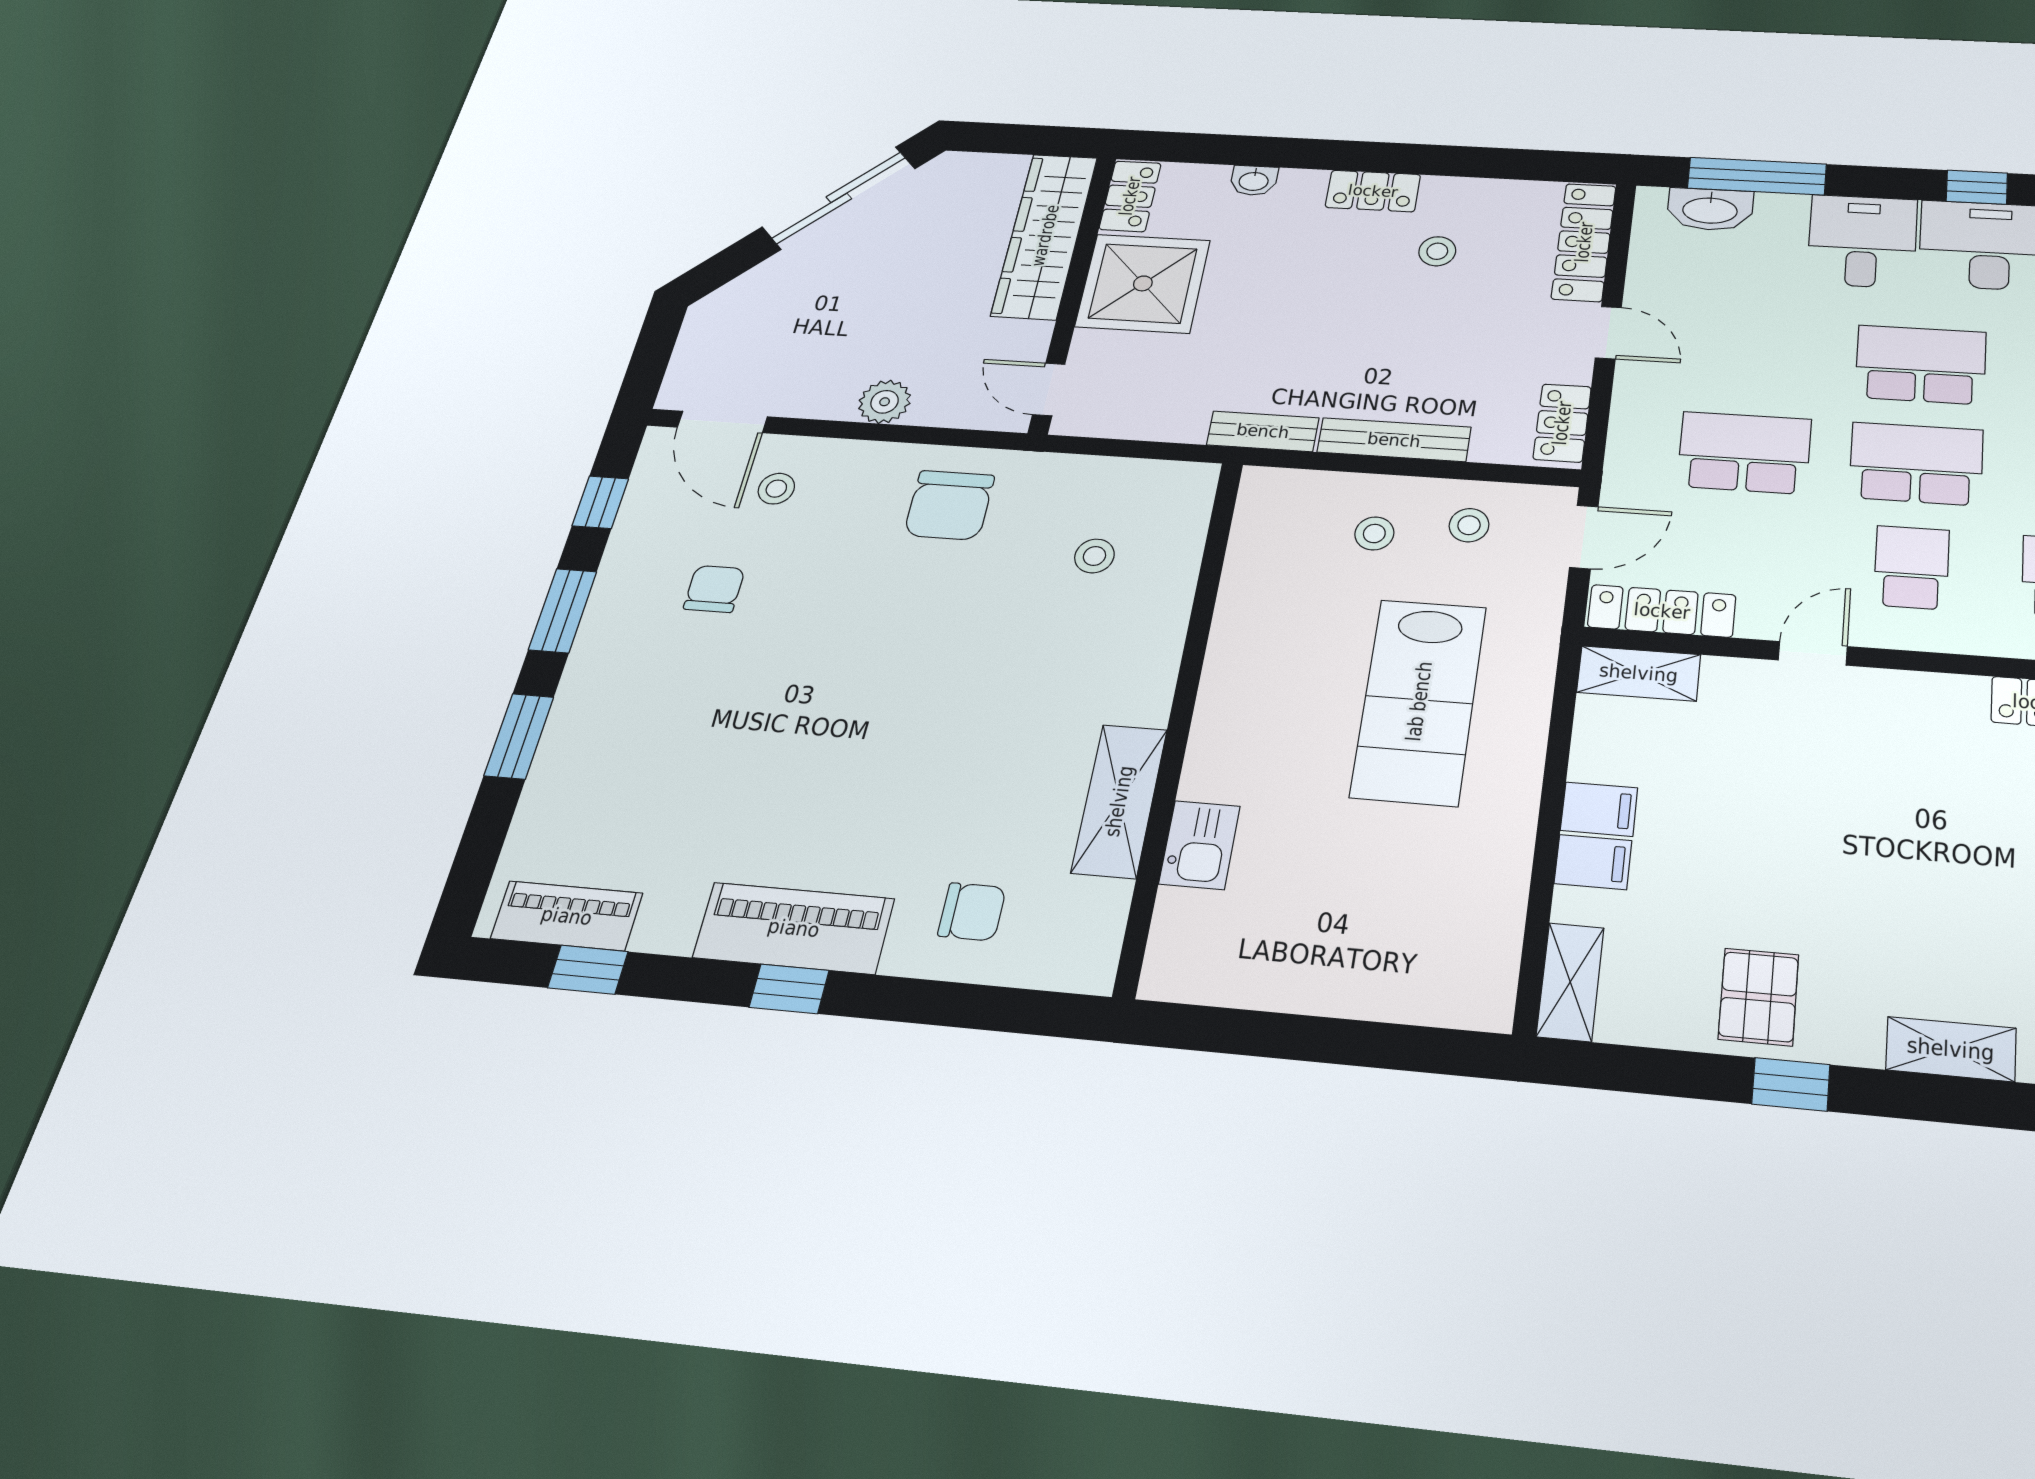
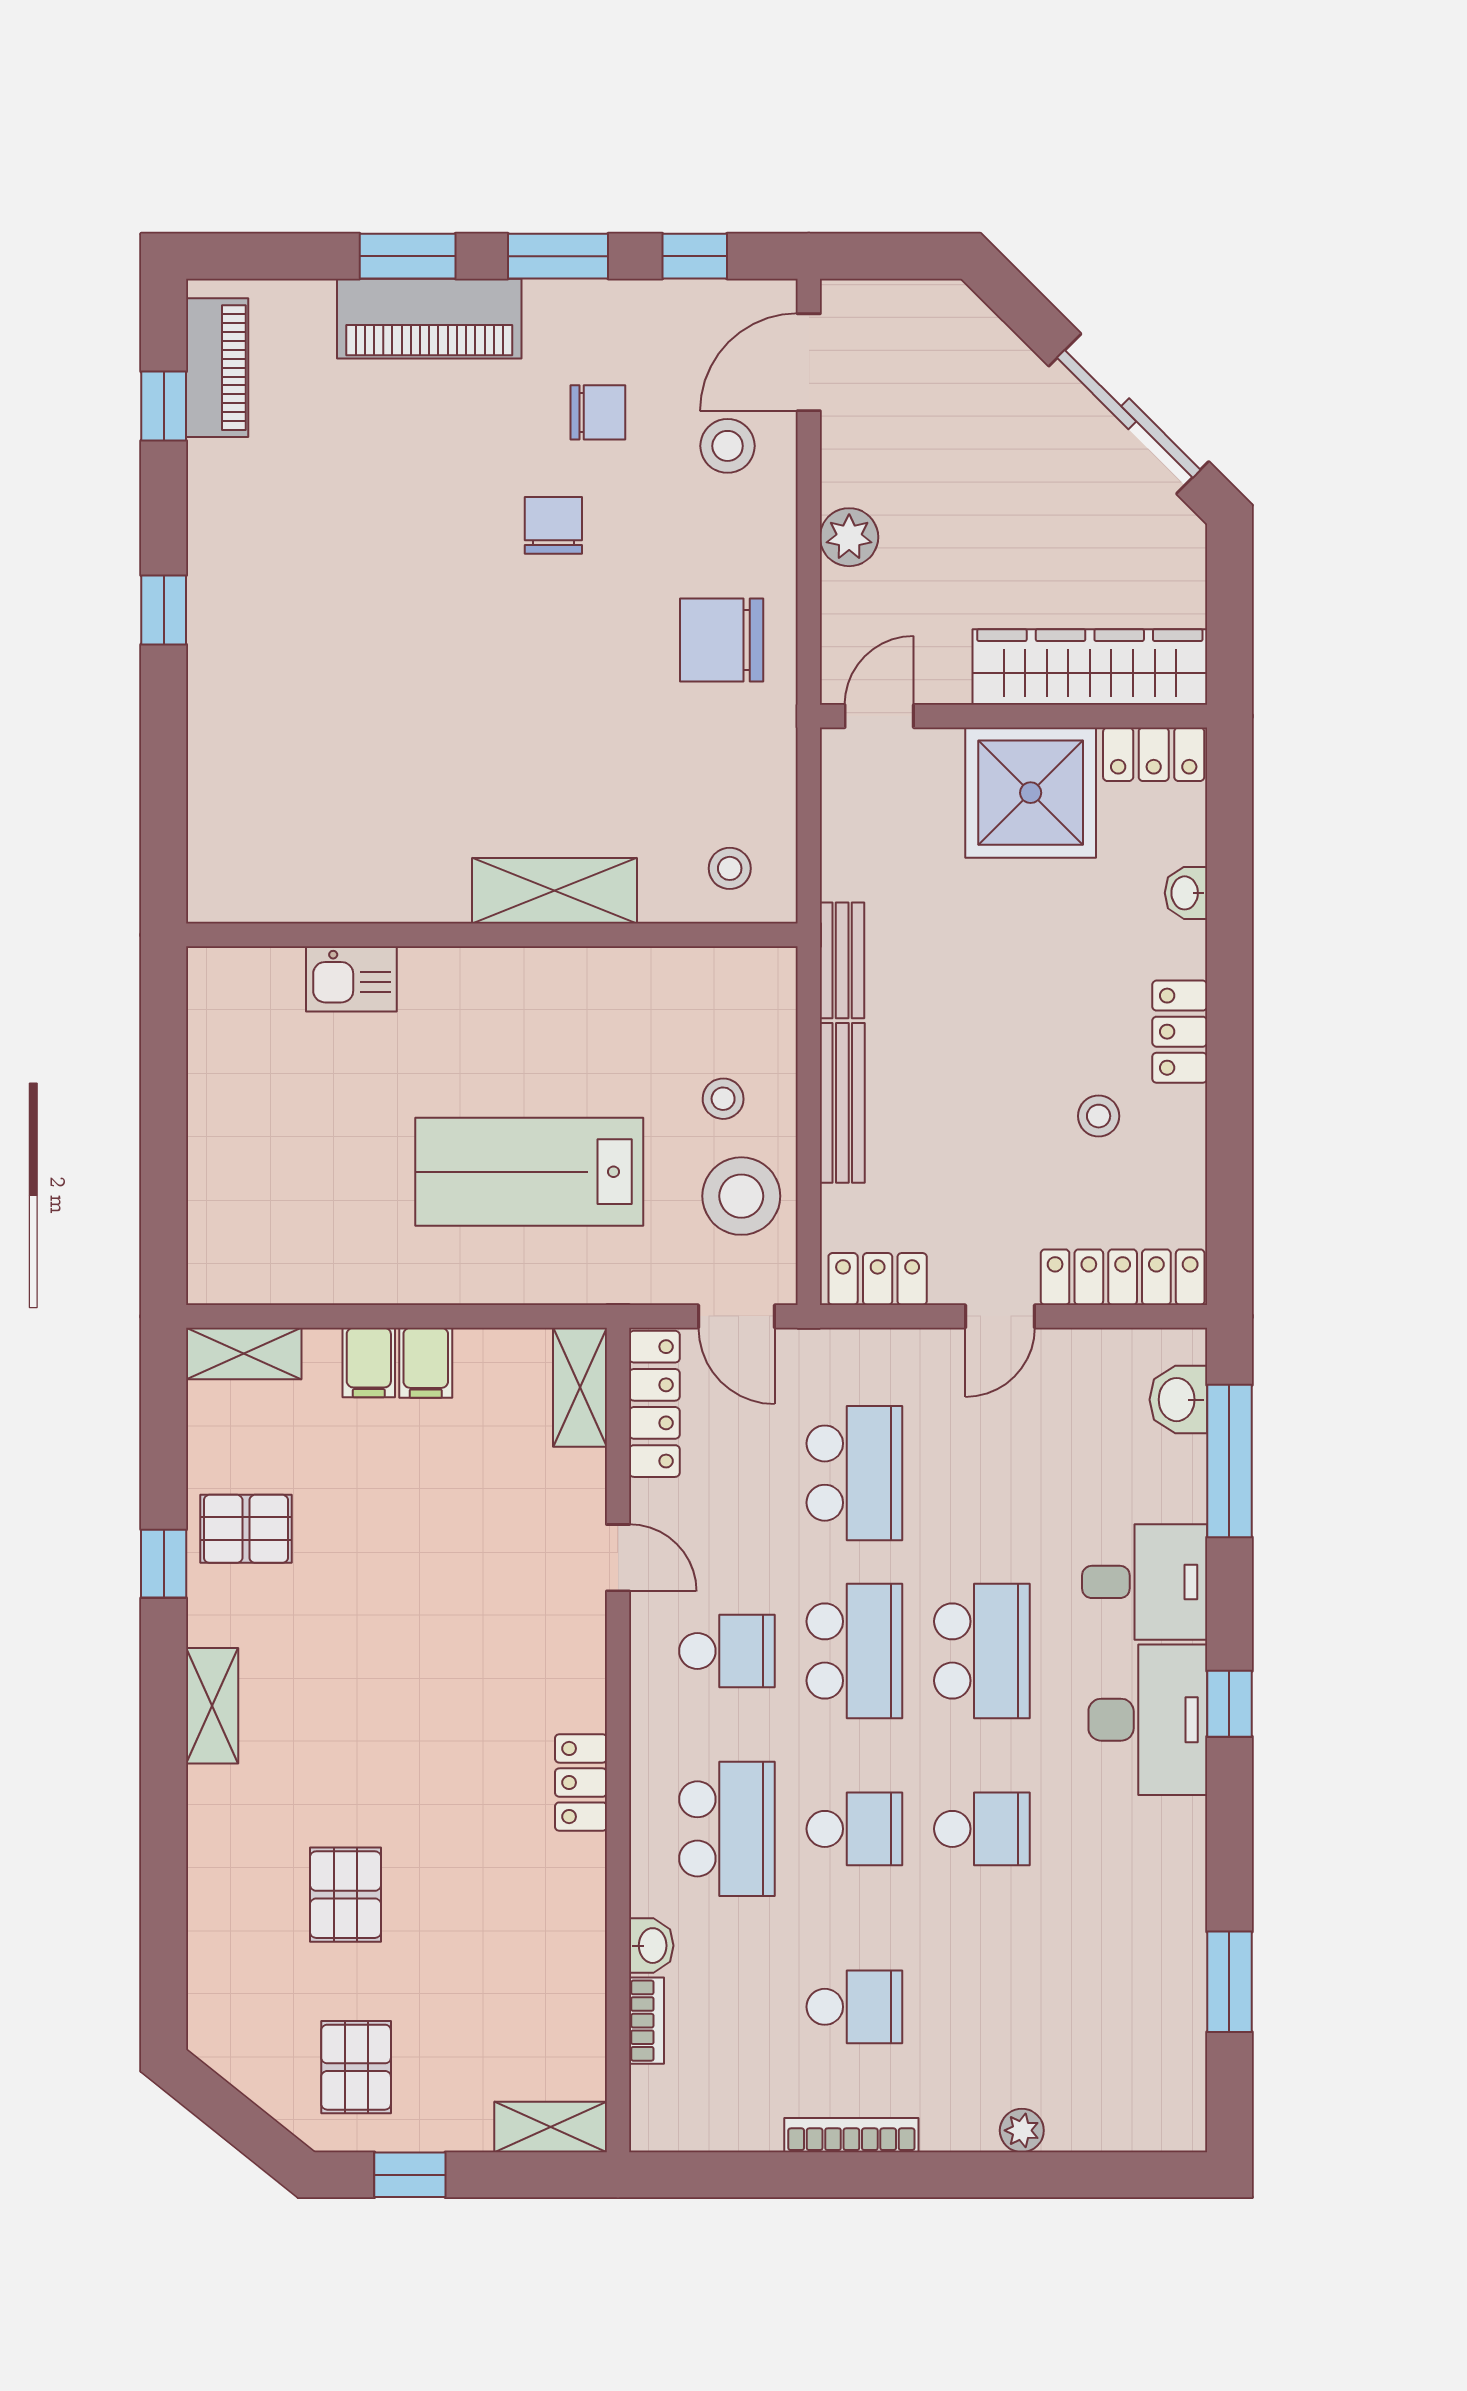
washbasin: (1710, 209) -> (1178, 1400), width x0.72
stool: (776, 489) -> (728, 446), width x1.37, depth x1.37
stool: (1469, 525) -> (741, 1196), width x1.89, depth x1.89
stool: (1094, 556) -> (730, 868), moved
shelving: (1119, 801) -> (554, 891), moved
chair: (972, 912) -> (553, 525), moved, turned 180
piano: (794, 928) -> (429, 319), moved, turned 90

